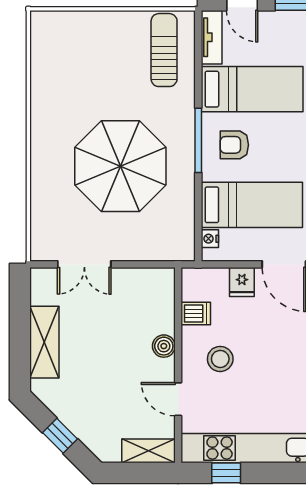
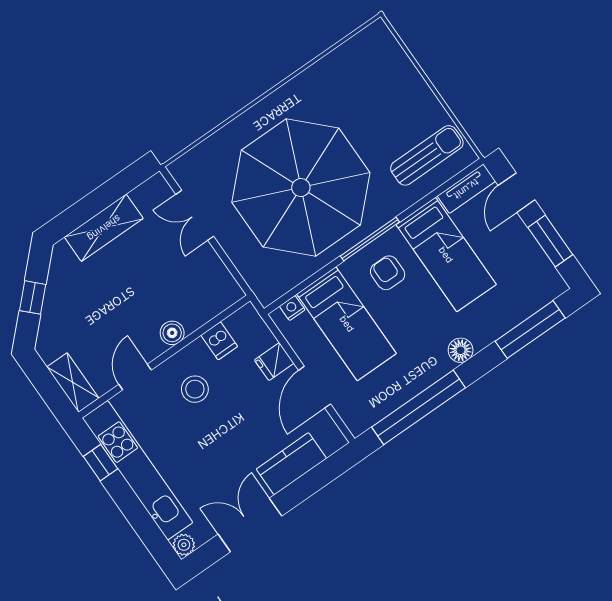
parasol: (120, 166) -> (301, 188), width x1.36, depth x1.36

